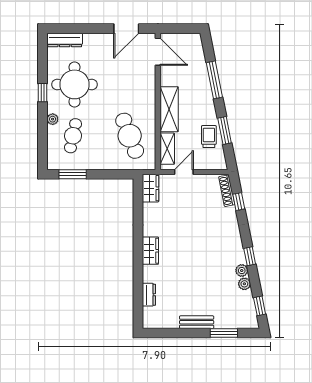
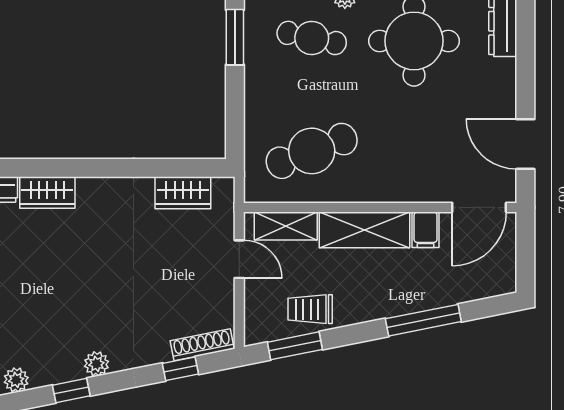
filing cabinet: (169, 79) -> (426, 230), added
window: (225, 131) -> (295, 346), moved
trolley: (209, 137) -> (310, 309), turned 180
wardrobe: (151, 188) -> (183, 193), moved
wardrobe: (150, 251) -> (47, 193), moved
plant: (242, 271) -> (96, 364), moved

